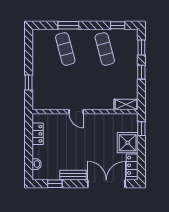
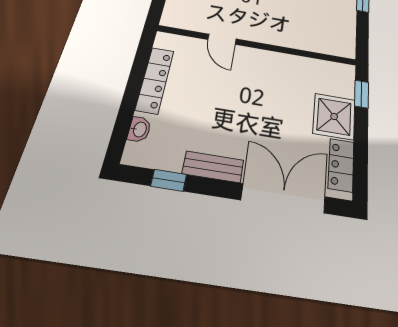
shelving: (126, 104) -> (334, 47), removed
door: (76, 112) -> (222, 39), moved
locker: (38, 134) -> (155, 80), width x1.53

